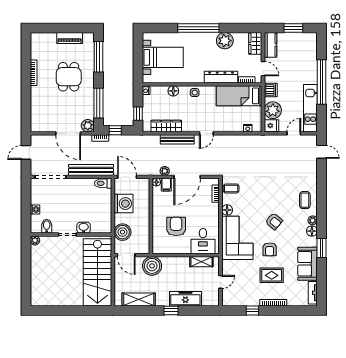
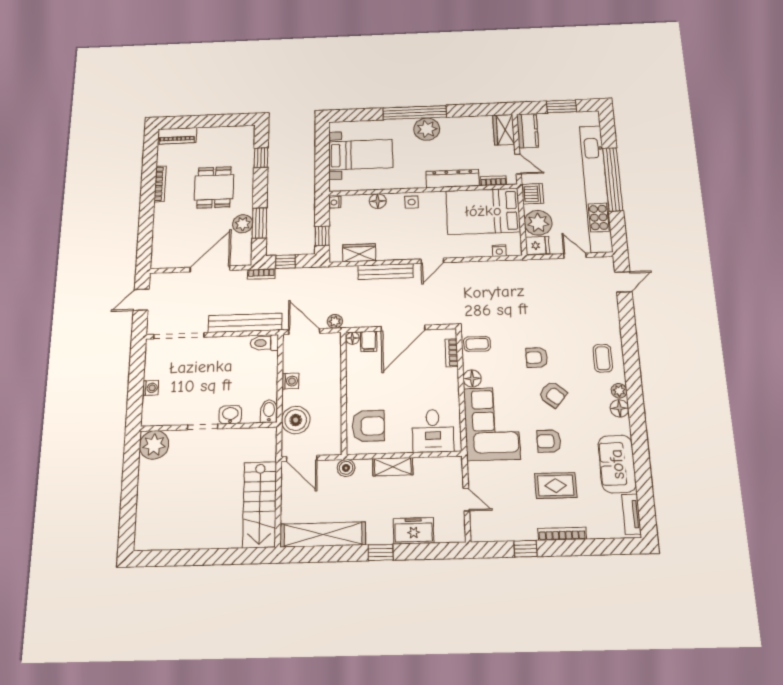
piano: (70, 38) -> (177, 136), moved
plant: (225, 41) -> (427, 129), moved
window: (98, 57) -> (261, 158), width x0.46
bed: (239, 96) -> (483, 211), width x1.50
window: (98, 103) -> (259, 223), width x0.69
kitchen unit: (310, 108) -> (596, 188), width x1.86
plant: (88, 126) -> (243, 224), moved
wardrobe: (166, 126) -> (359, 253), width x0.67
door: (68, 133) -> (210, 269), swing flipped
door: (294, 133) -> (575, 256), hinge flipped
door: (321, 152) -> (623, 282), hinge flipped
plant: (165, 171) -> (335, 321), moved
armchair: (266, 198) -> (537, 358), added
washing machine: (123, 204) -> (290, 381), width x0.53, depth x0.53
bidet: (47, 226) -> (269, 411), moved
armchair: (176, 226) -> (368, 426), moved, turned 90
plant: (35, 240) -> (154, 445), width x1.88, depth x1.88
window: (321, 248) -> (639, 436), removed
armchair: (270, 249) -> (549, 441), turned 90
shelving: (201, 262) -> (393, 467), moved
boiler: (152, 266) -> (346, 468), width x0.54, depth x0.54
stairs: (97, 272) -> (260, 504), width x0.73, depth x0.66
door: (221, 282) -> (466, 500), hinge flipped
freezer: (185, 299) -> (414, 531), width x0.71
shelving: (139, 300) -> (323, 534), width x1.47

